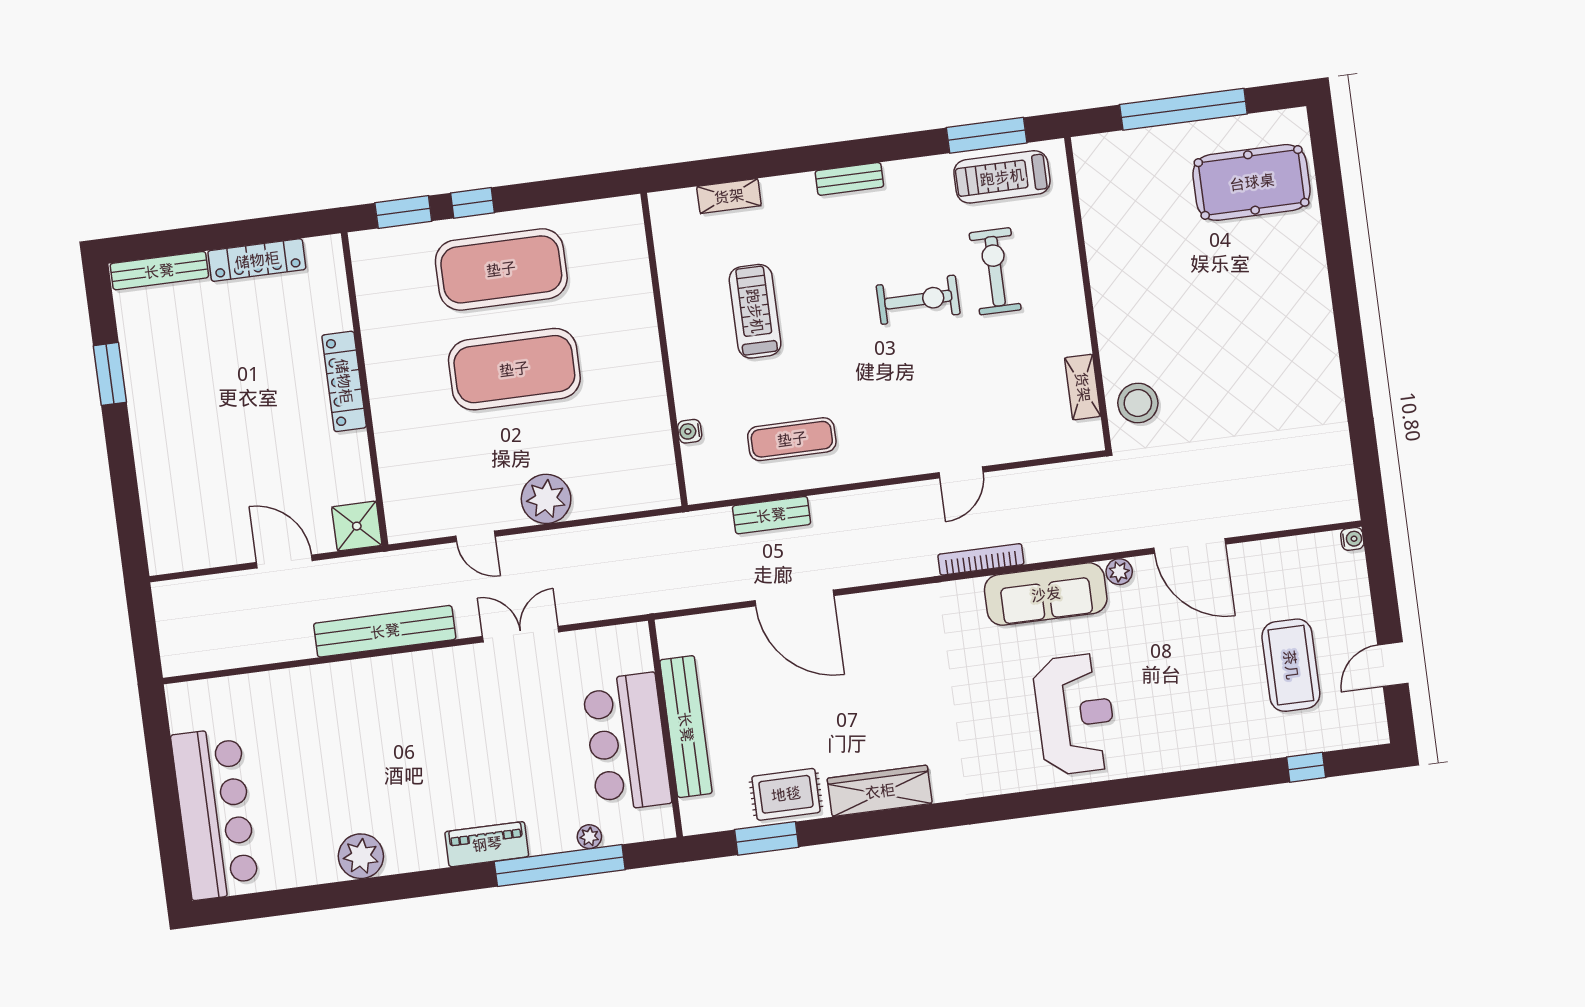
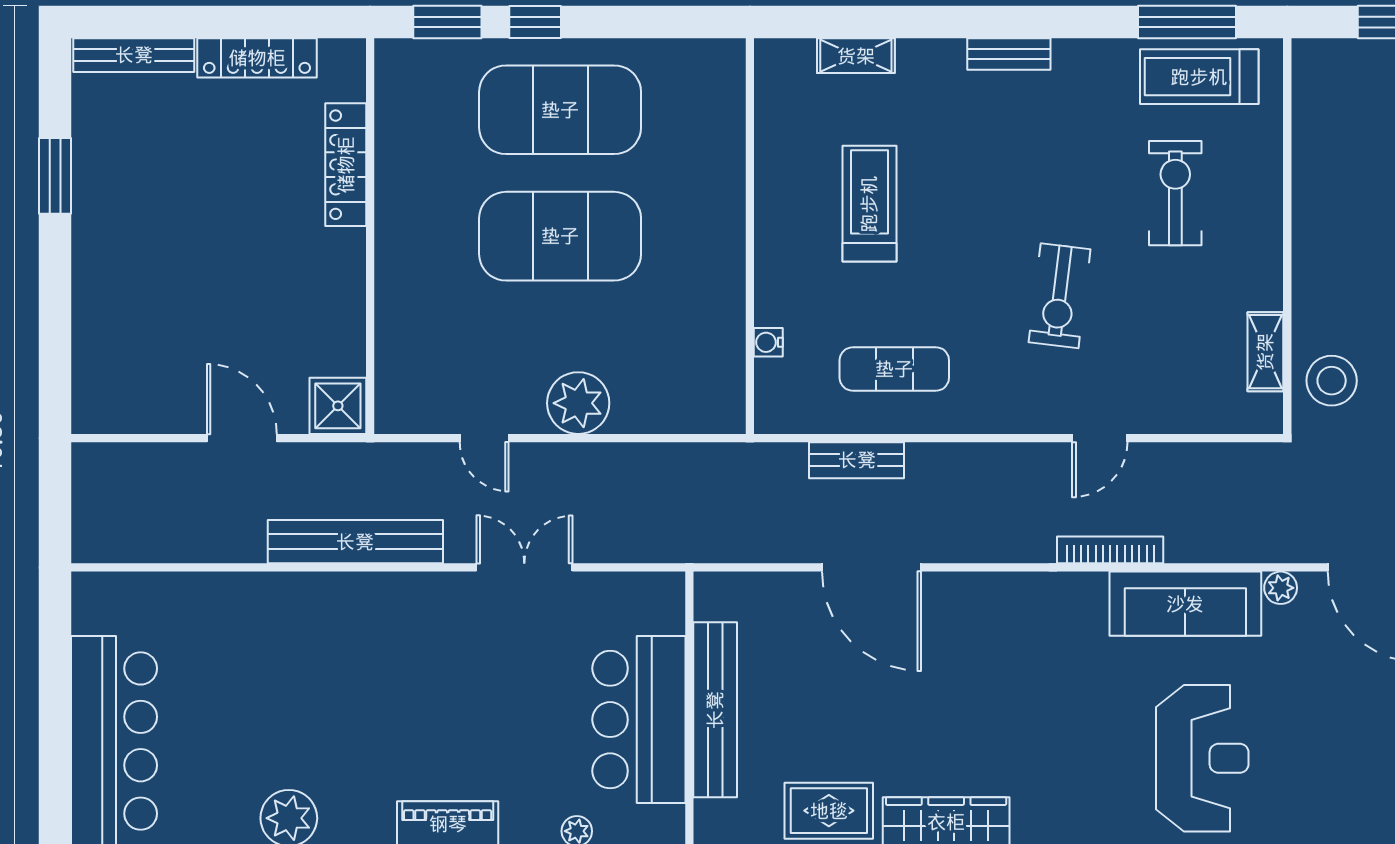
exercise bike: (918, 300) -> (1060, 296), moved, turned 97
locker: (344, 381) -> (346, 165), moved

